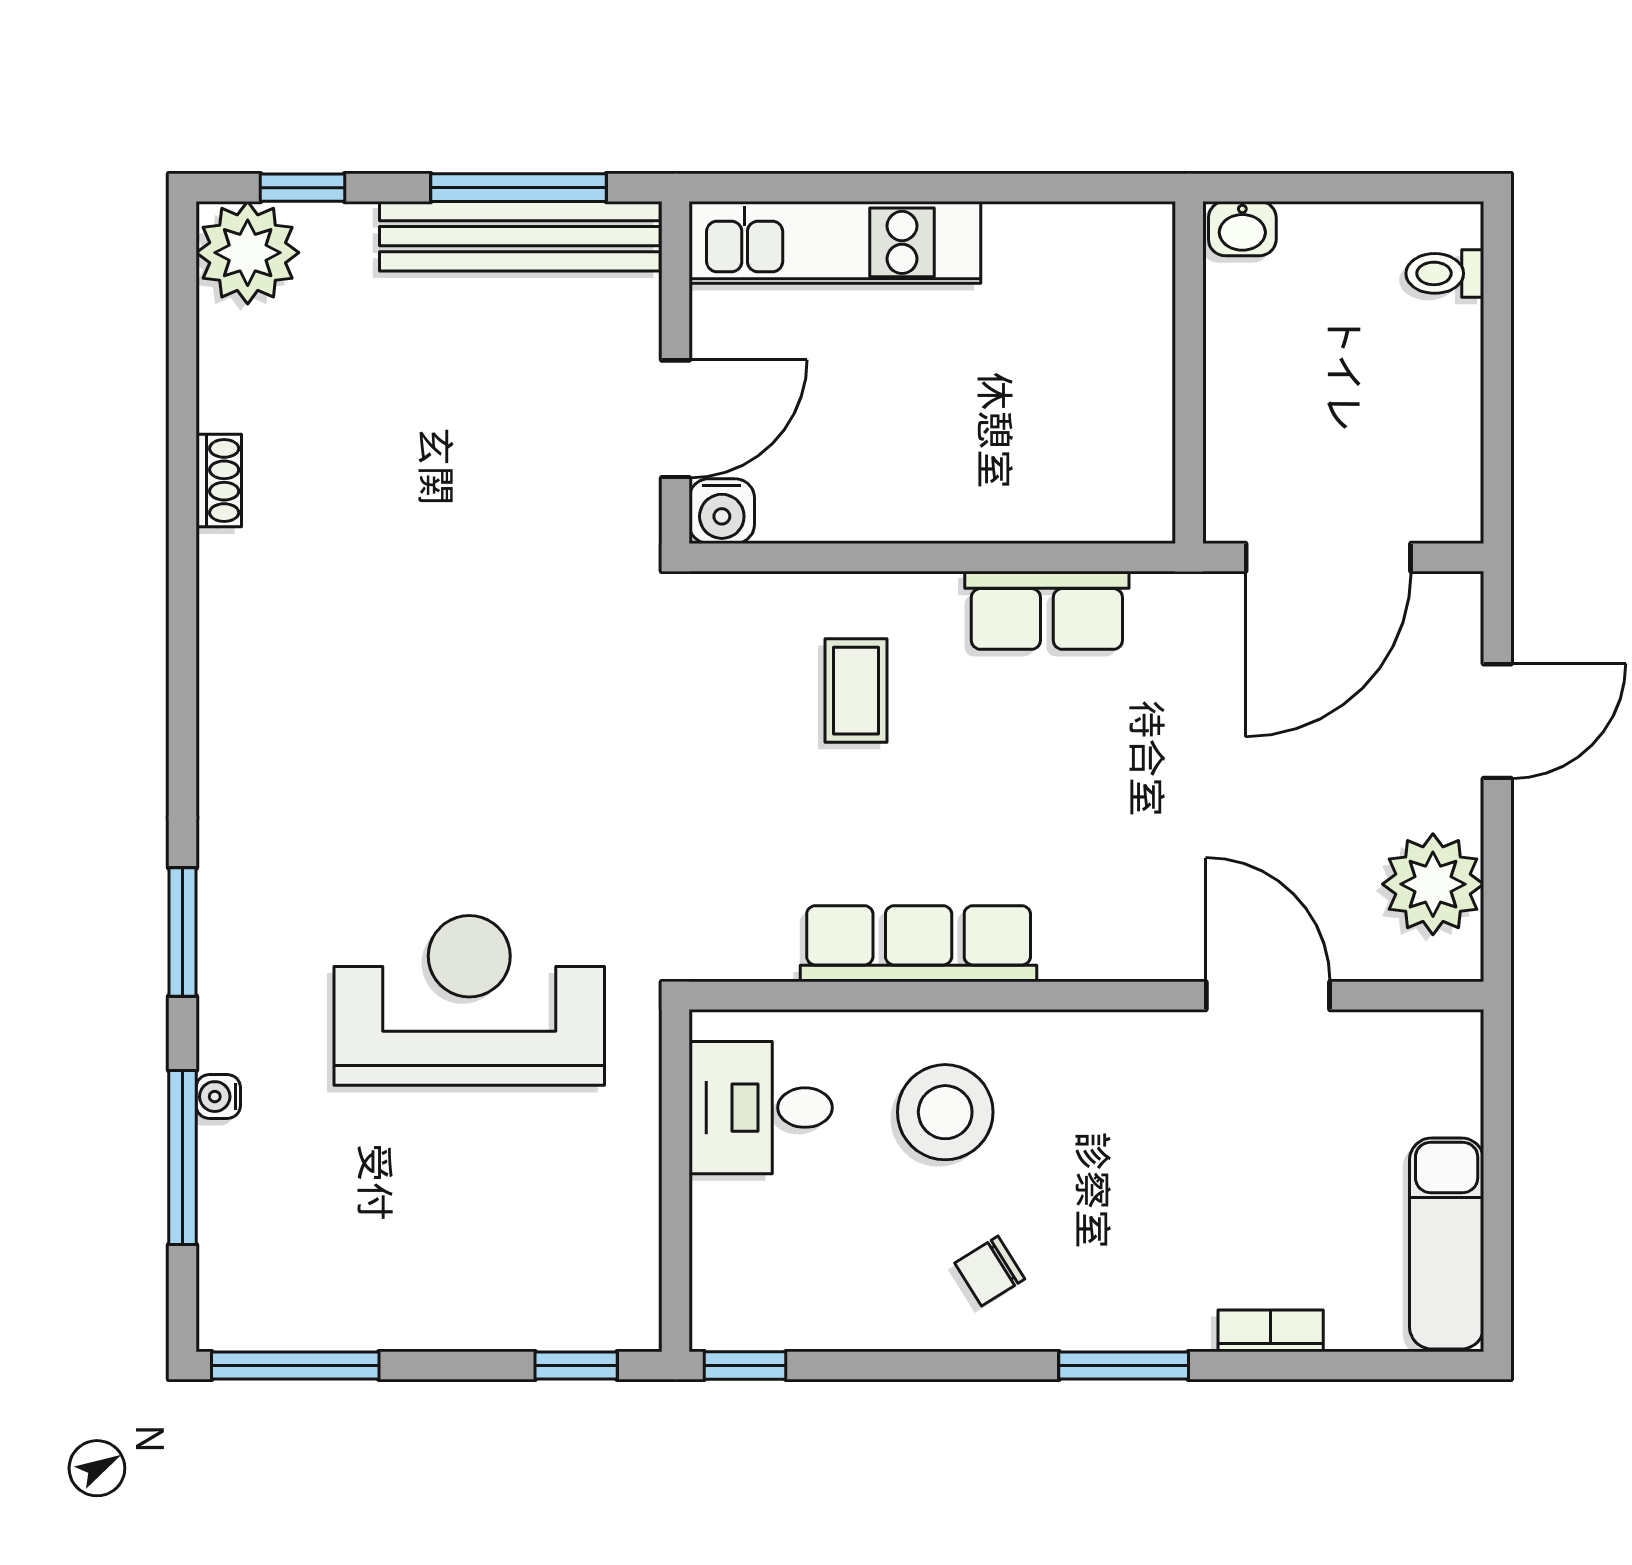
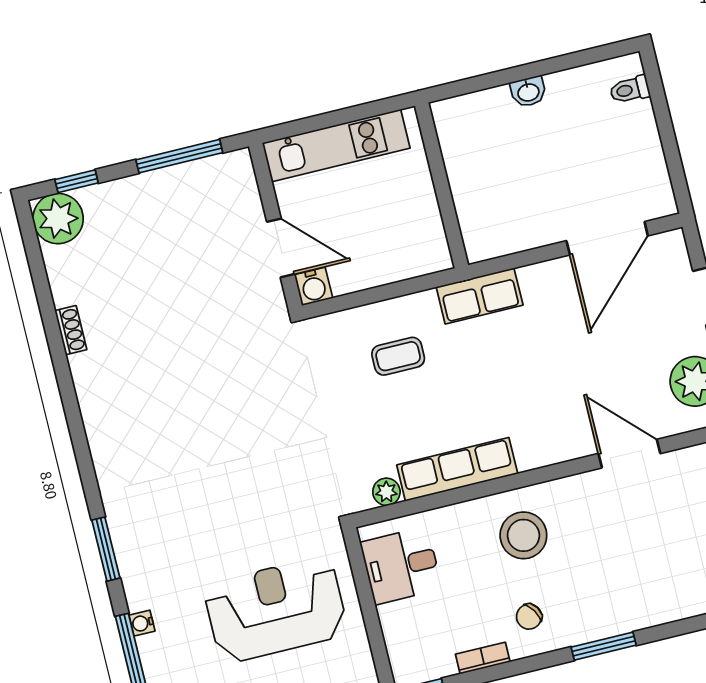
bench: (520, 236) -> (186, 179), removed
wall: (1189, 373) -> (442, 185), moved
door: (676, 419) -> (281, 248), hinge flipped
coffee table: (856, 691) -> (398, 356), turned 90
plant: (767, 954) -> (386, 492), added
reception desk: (469, 1000) -> (276, 610), moved
stool: (945, 1112) -> (523, 535), moved
bookcase: (1271, 1331) -> (483, 658), moved

